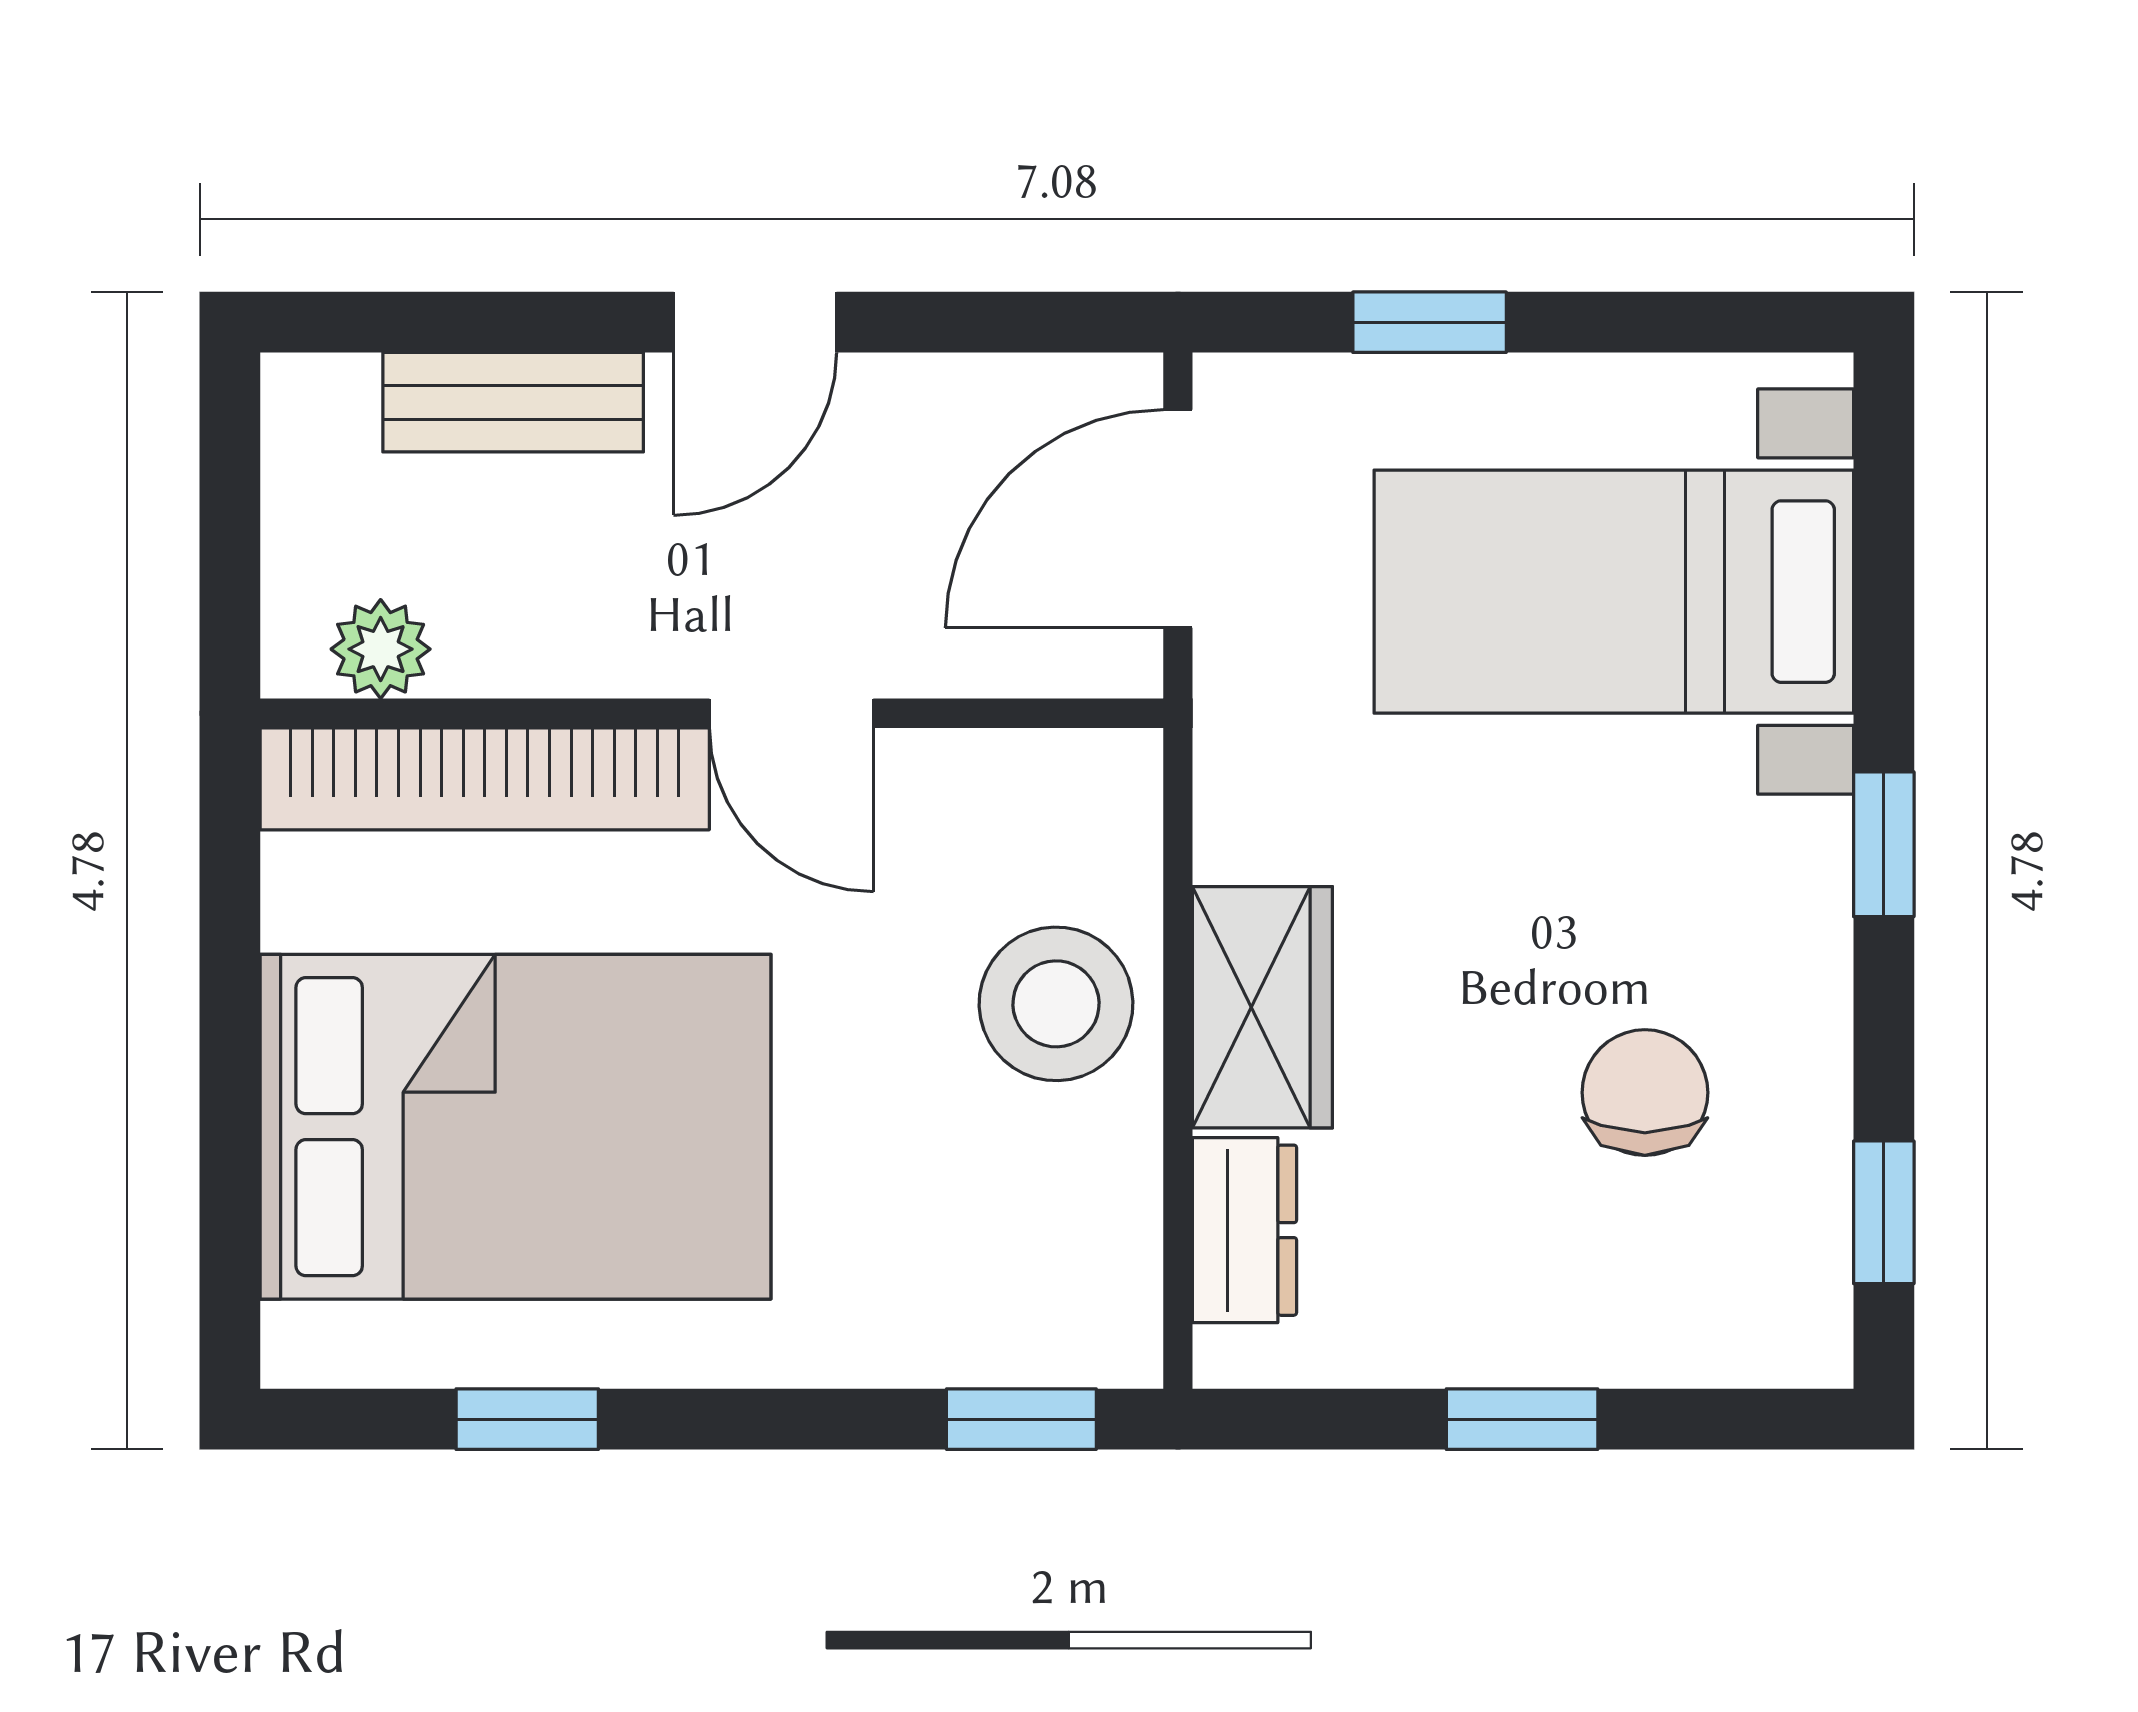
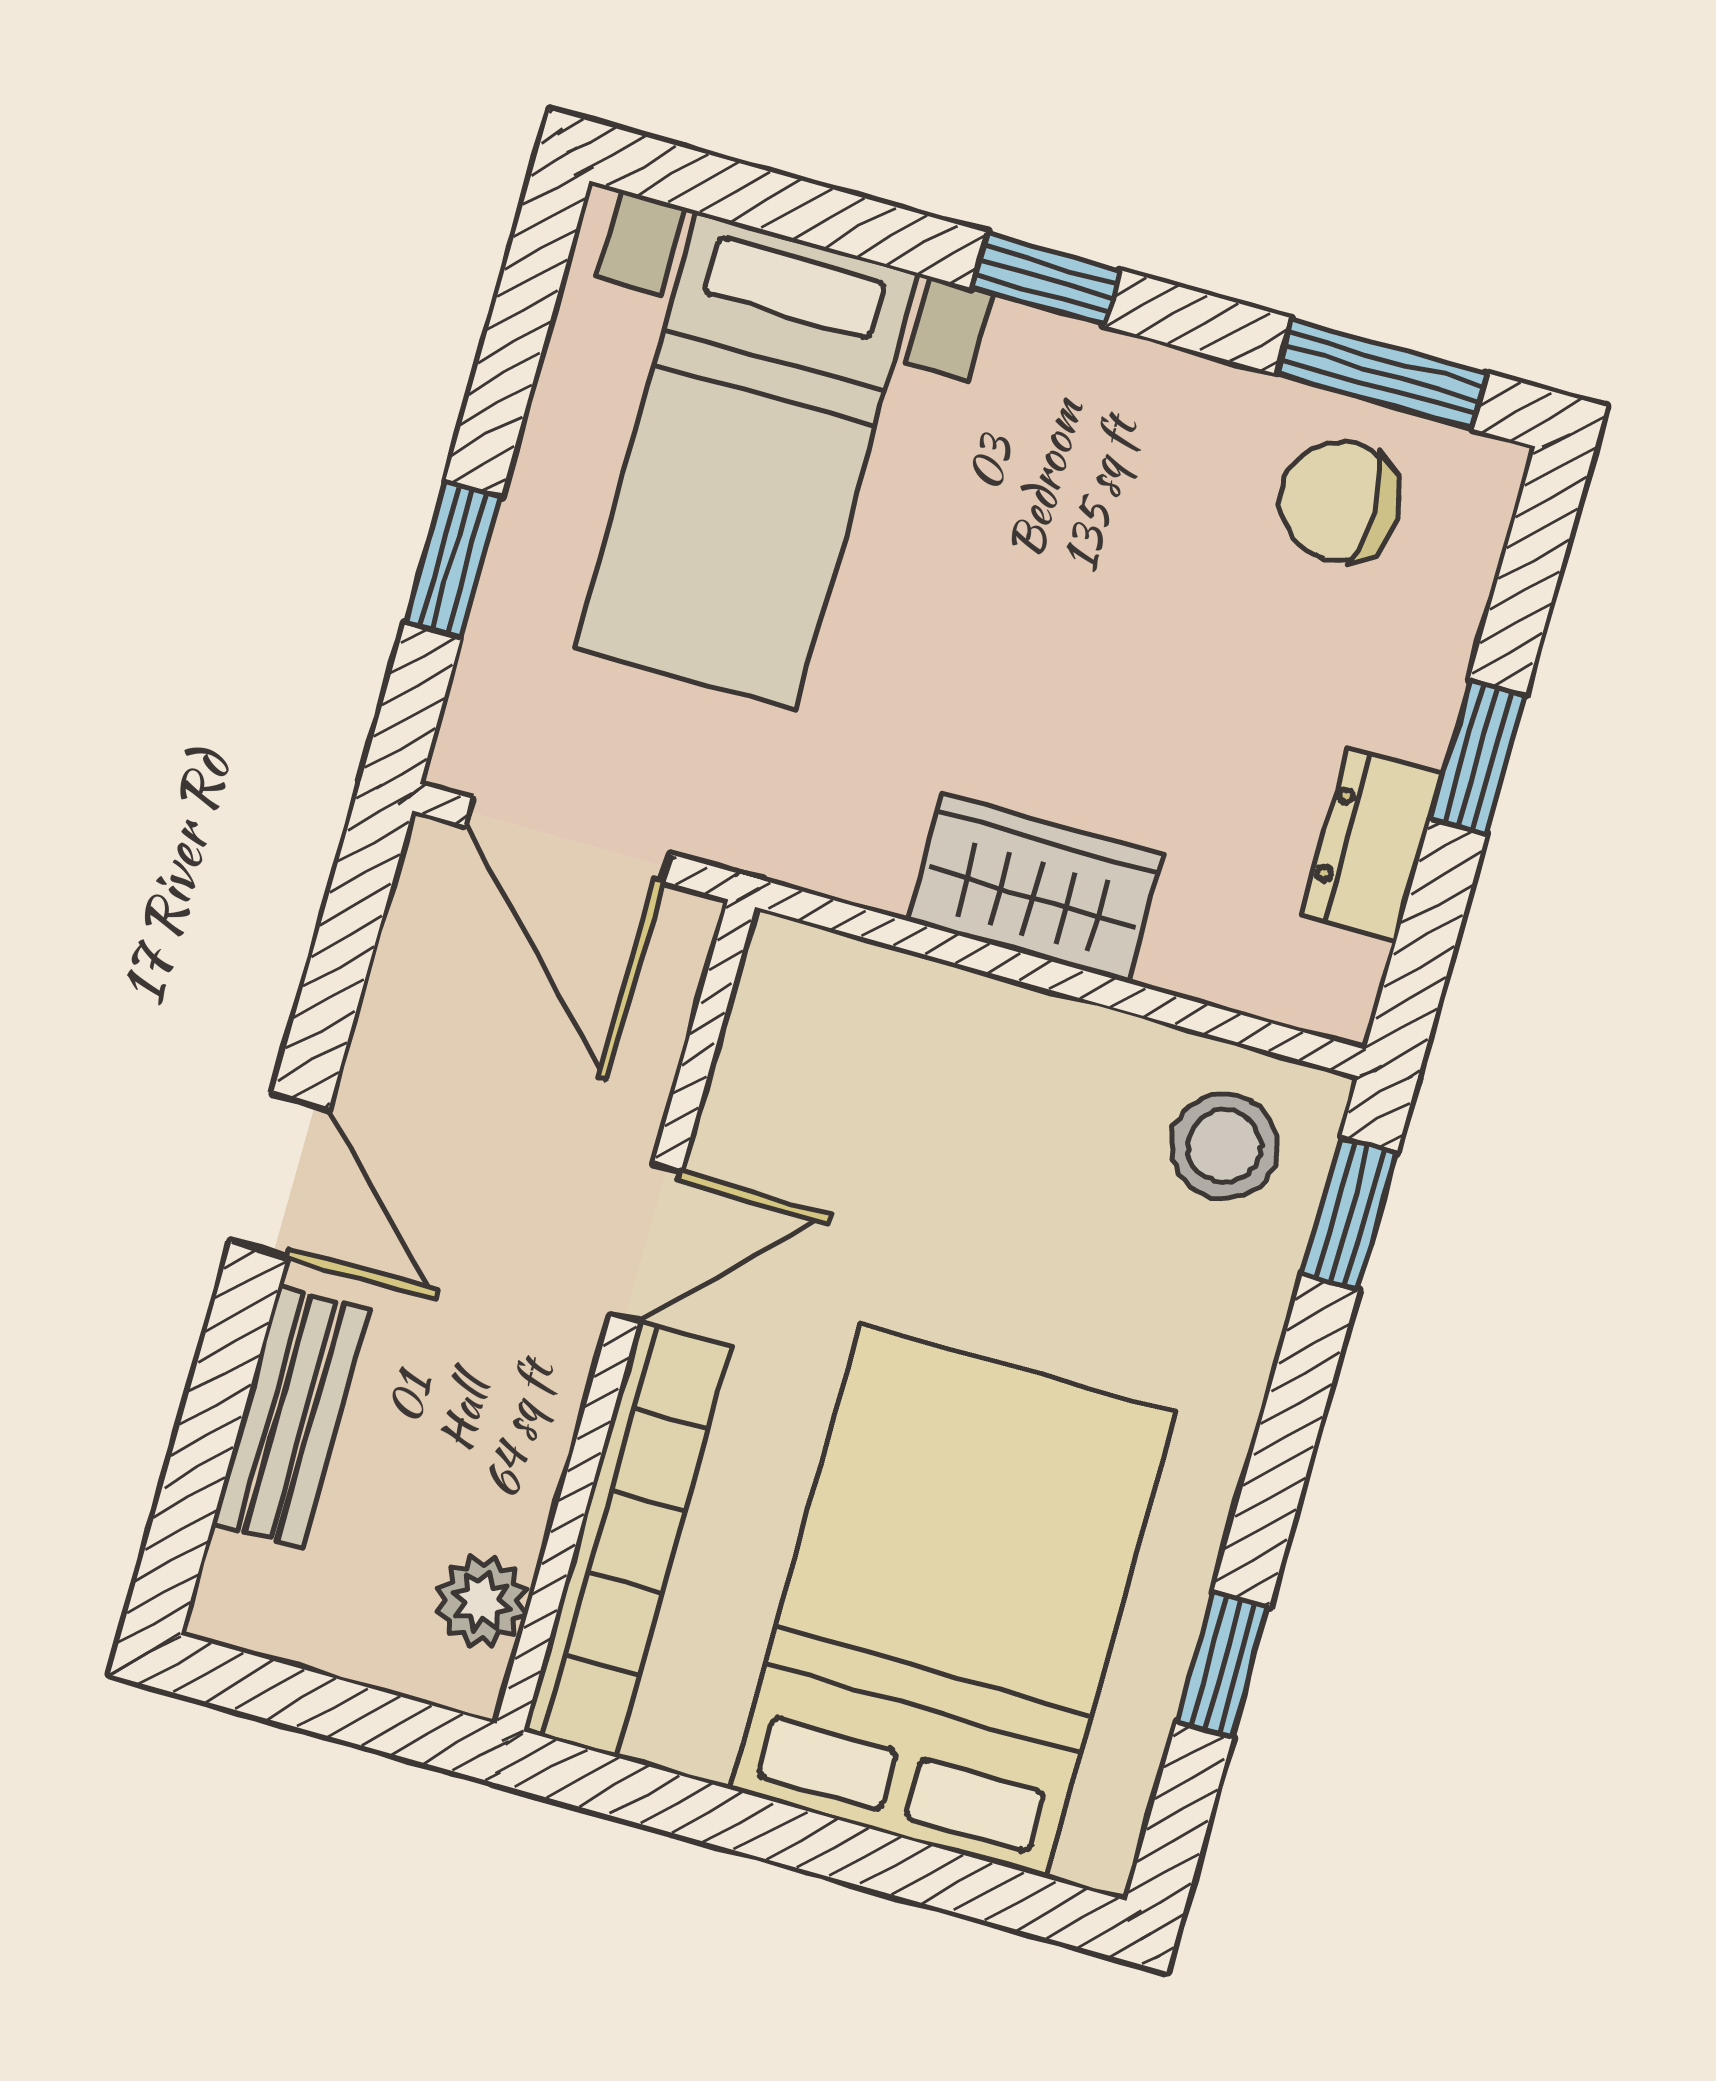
stool: (1056, 1004) -> (1224, 1146), moved, width x0.73, depth x0.73
chair: (1645, 1093) -> (1340, 502), moved
window: (1884, 1212) -> (1382, 374), width x1.50
dresser: (1245, 1230) -> (1372, 845), moved, turned -90

